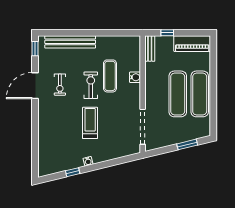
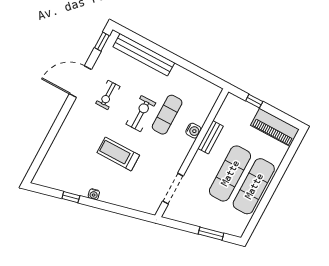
bench: (150, 49) -> (211, 137), moved
treadmill: (90, 123) -> (118, 154), turned -90
doorway: (143, 127) -> (173, 189), width x0.73

